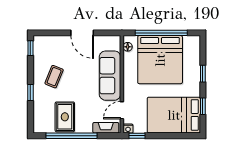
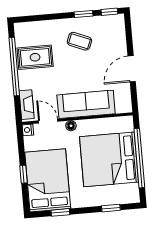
floor lamp: (128, 47) -> (71, 126), moved
window: (203, 74) -> (111, 208), moved
window: (30, 93) -> (84, 14), moved
window: (137, 136) -> (23, 174), moved

